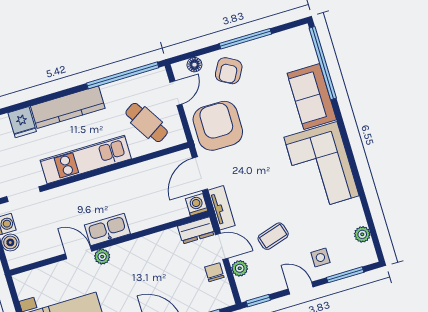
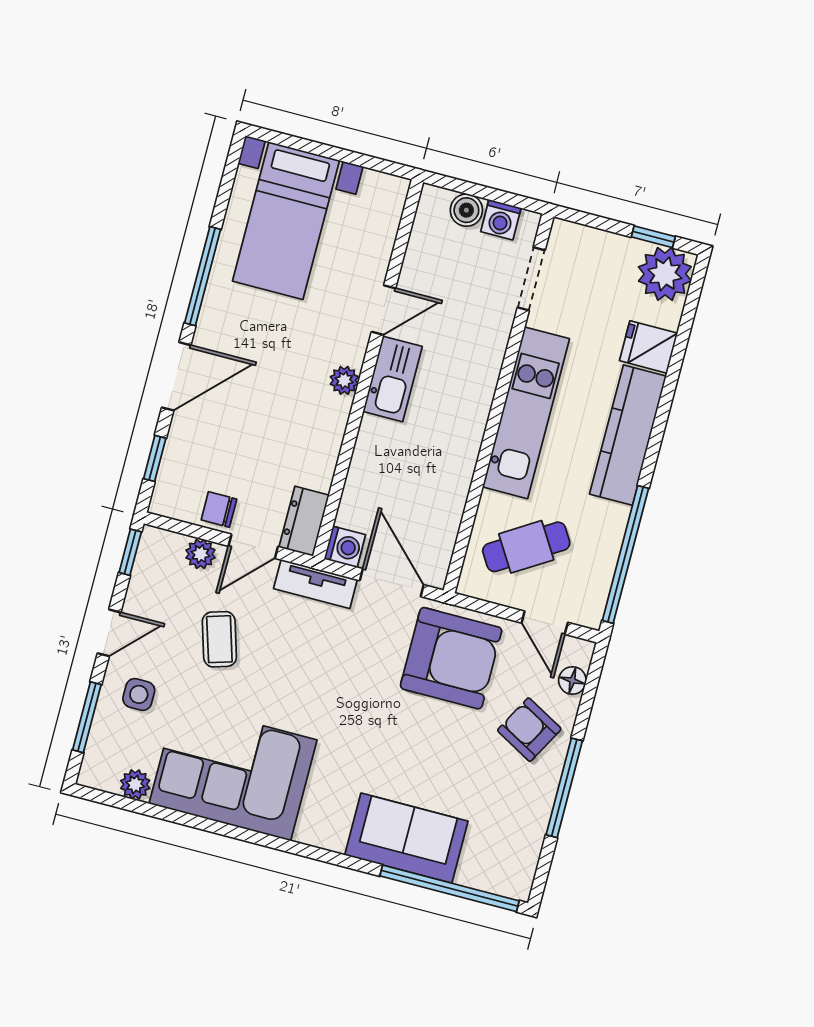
corner sofa: (321, 167) -> (233, 772), moved
plant: (102, 257) -> (344, 380), moved
chair: (214, 272) -> (219, 509), turned 180

